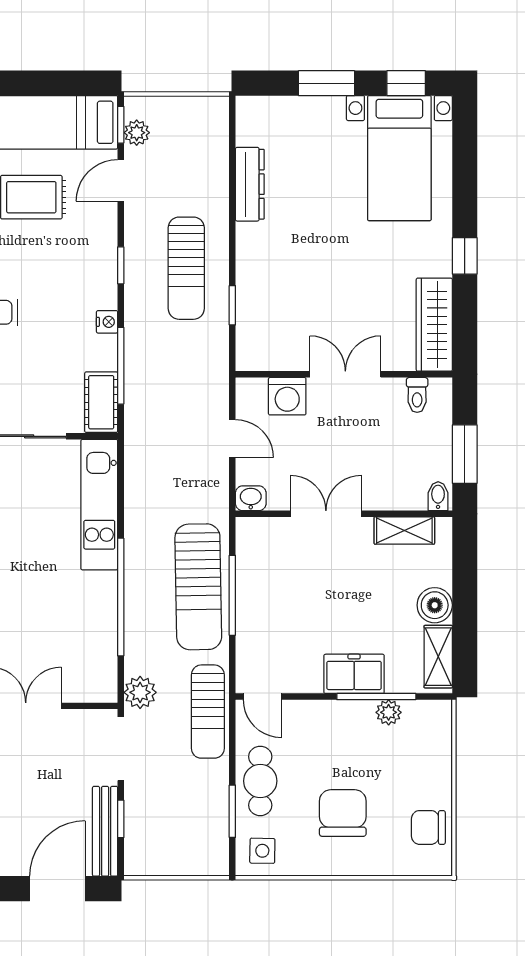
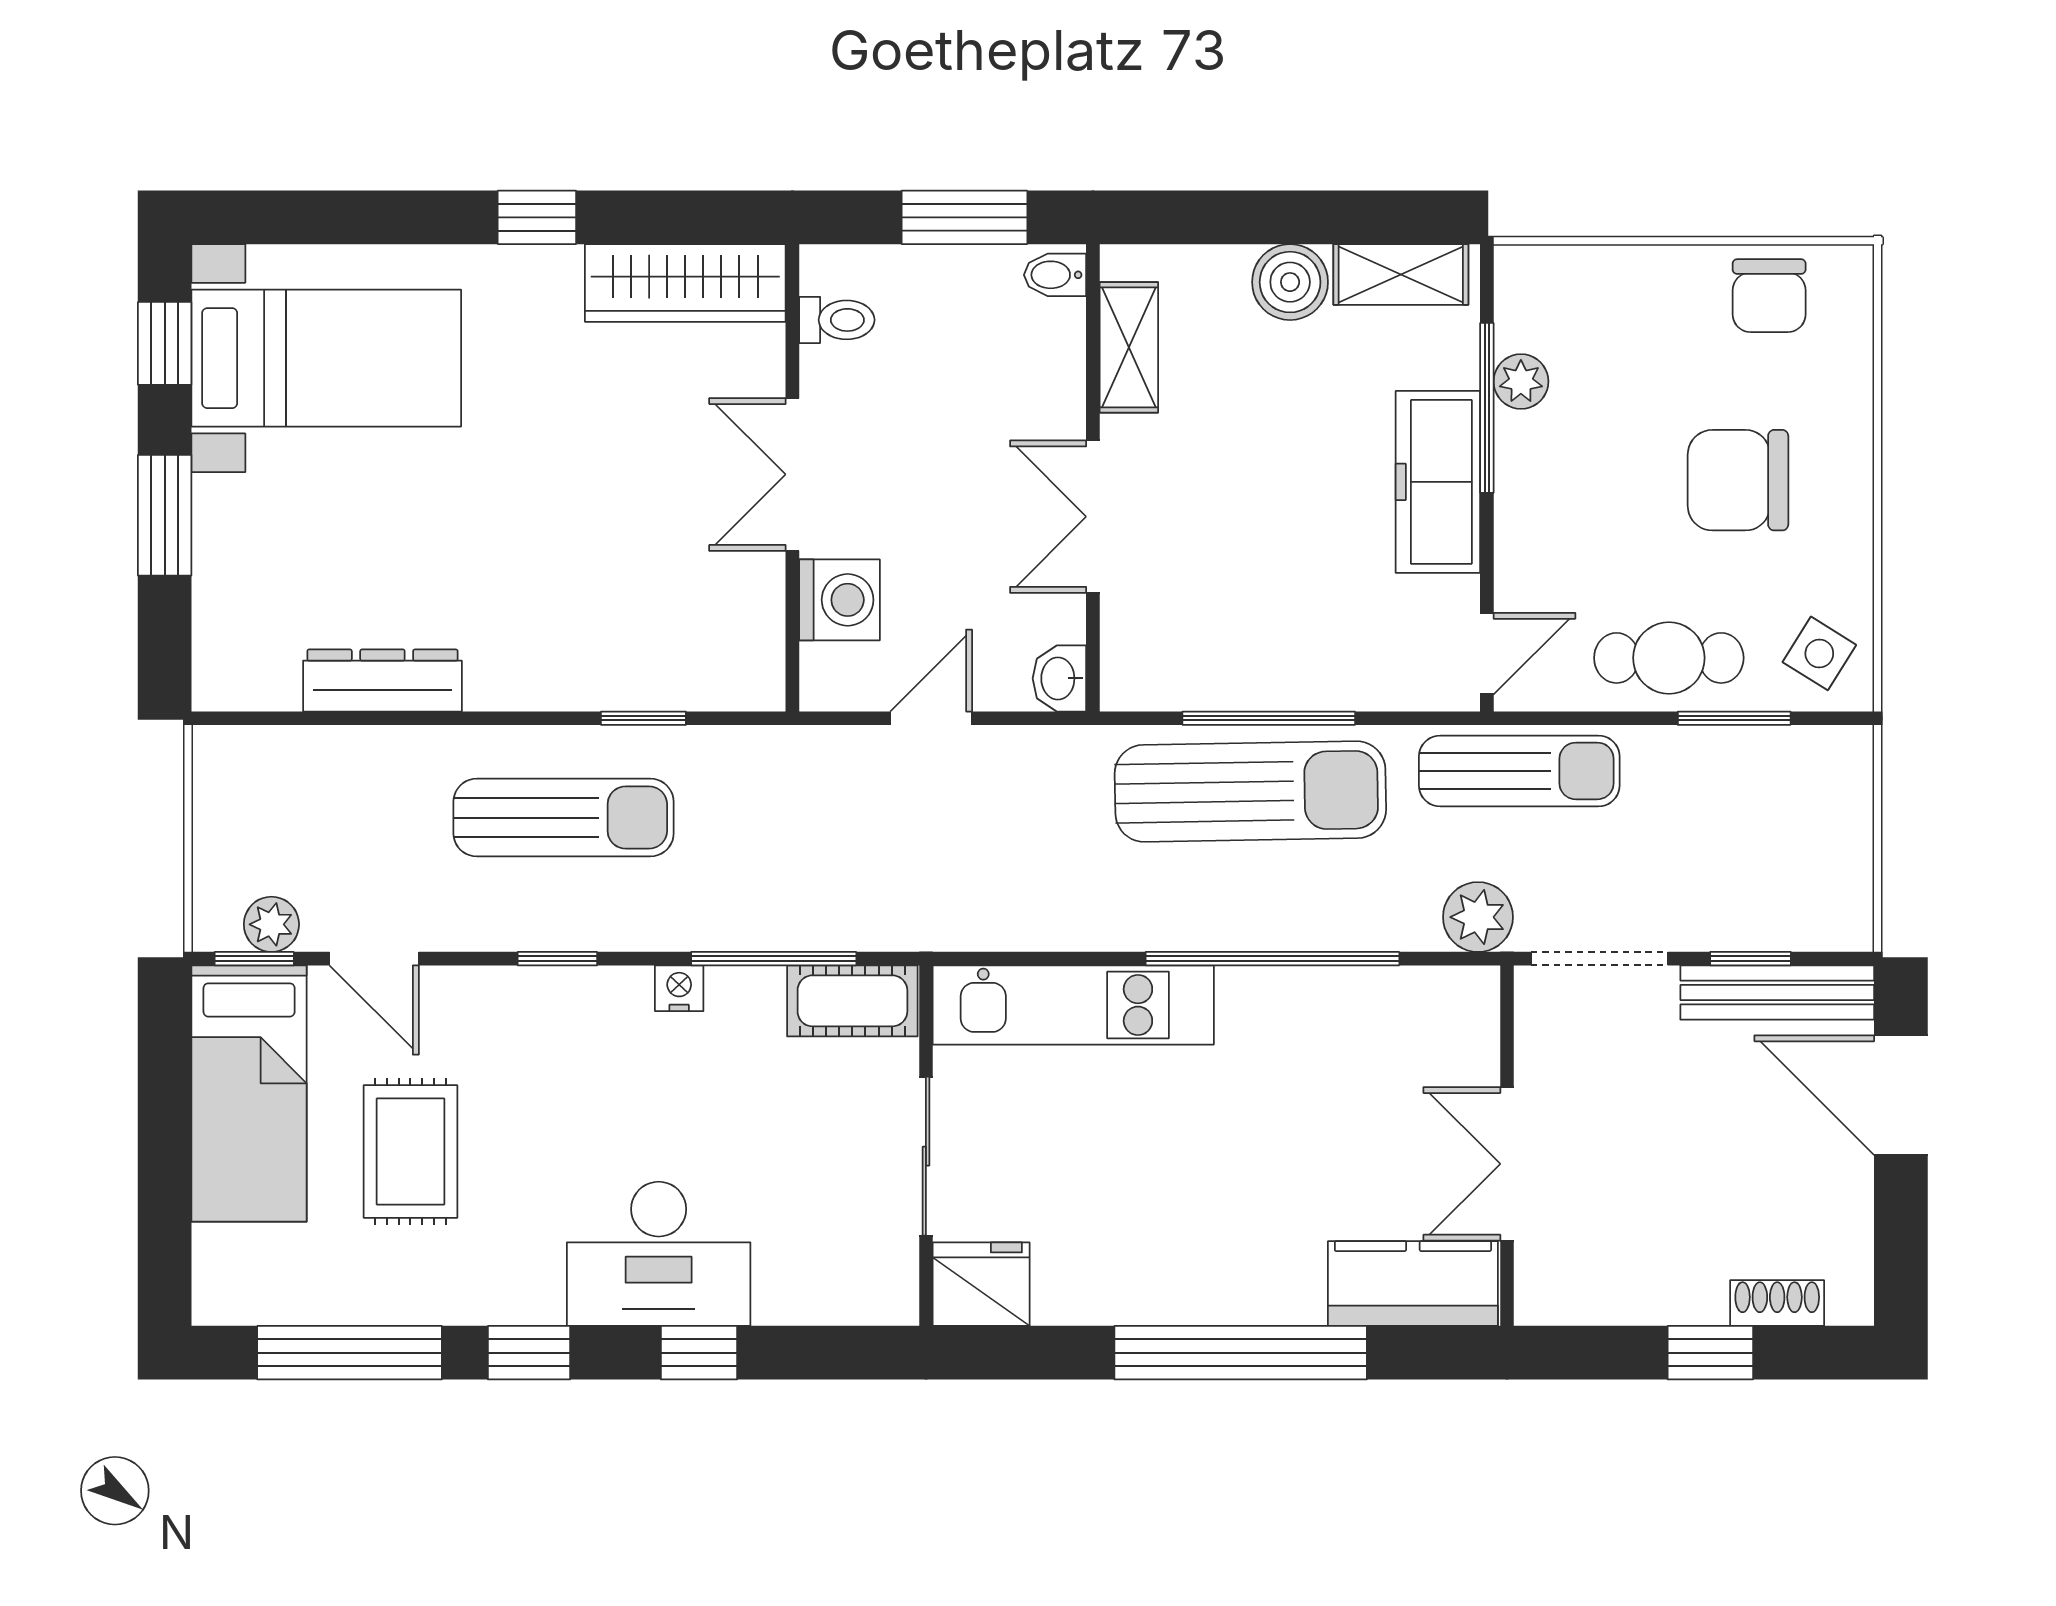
freezer: (354, 674) -> (1438, 482), width x1.40
side table: (262, 851) -> (1819, 653), turned 31

